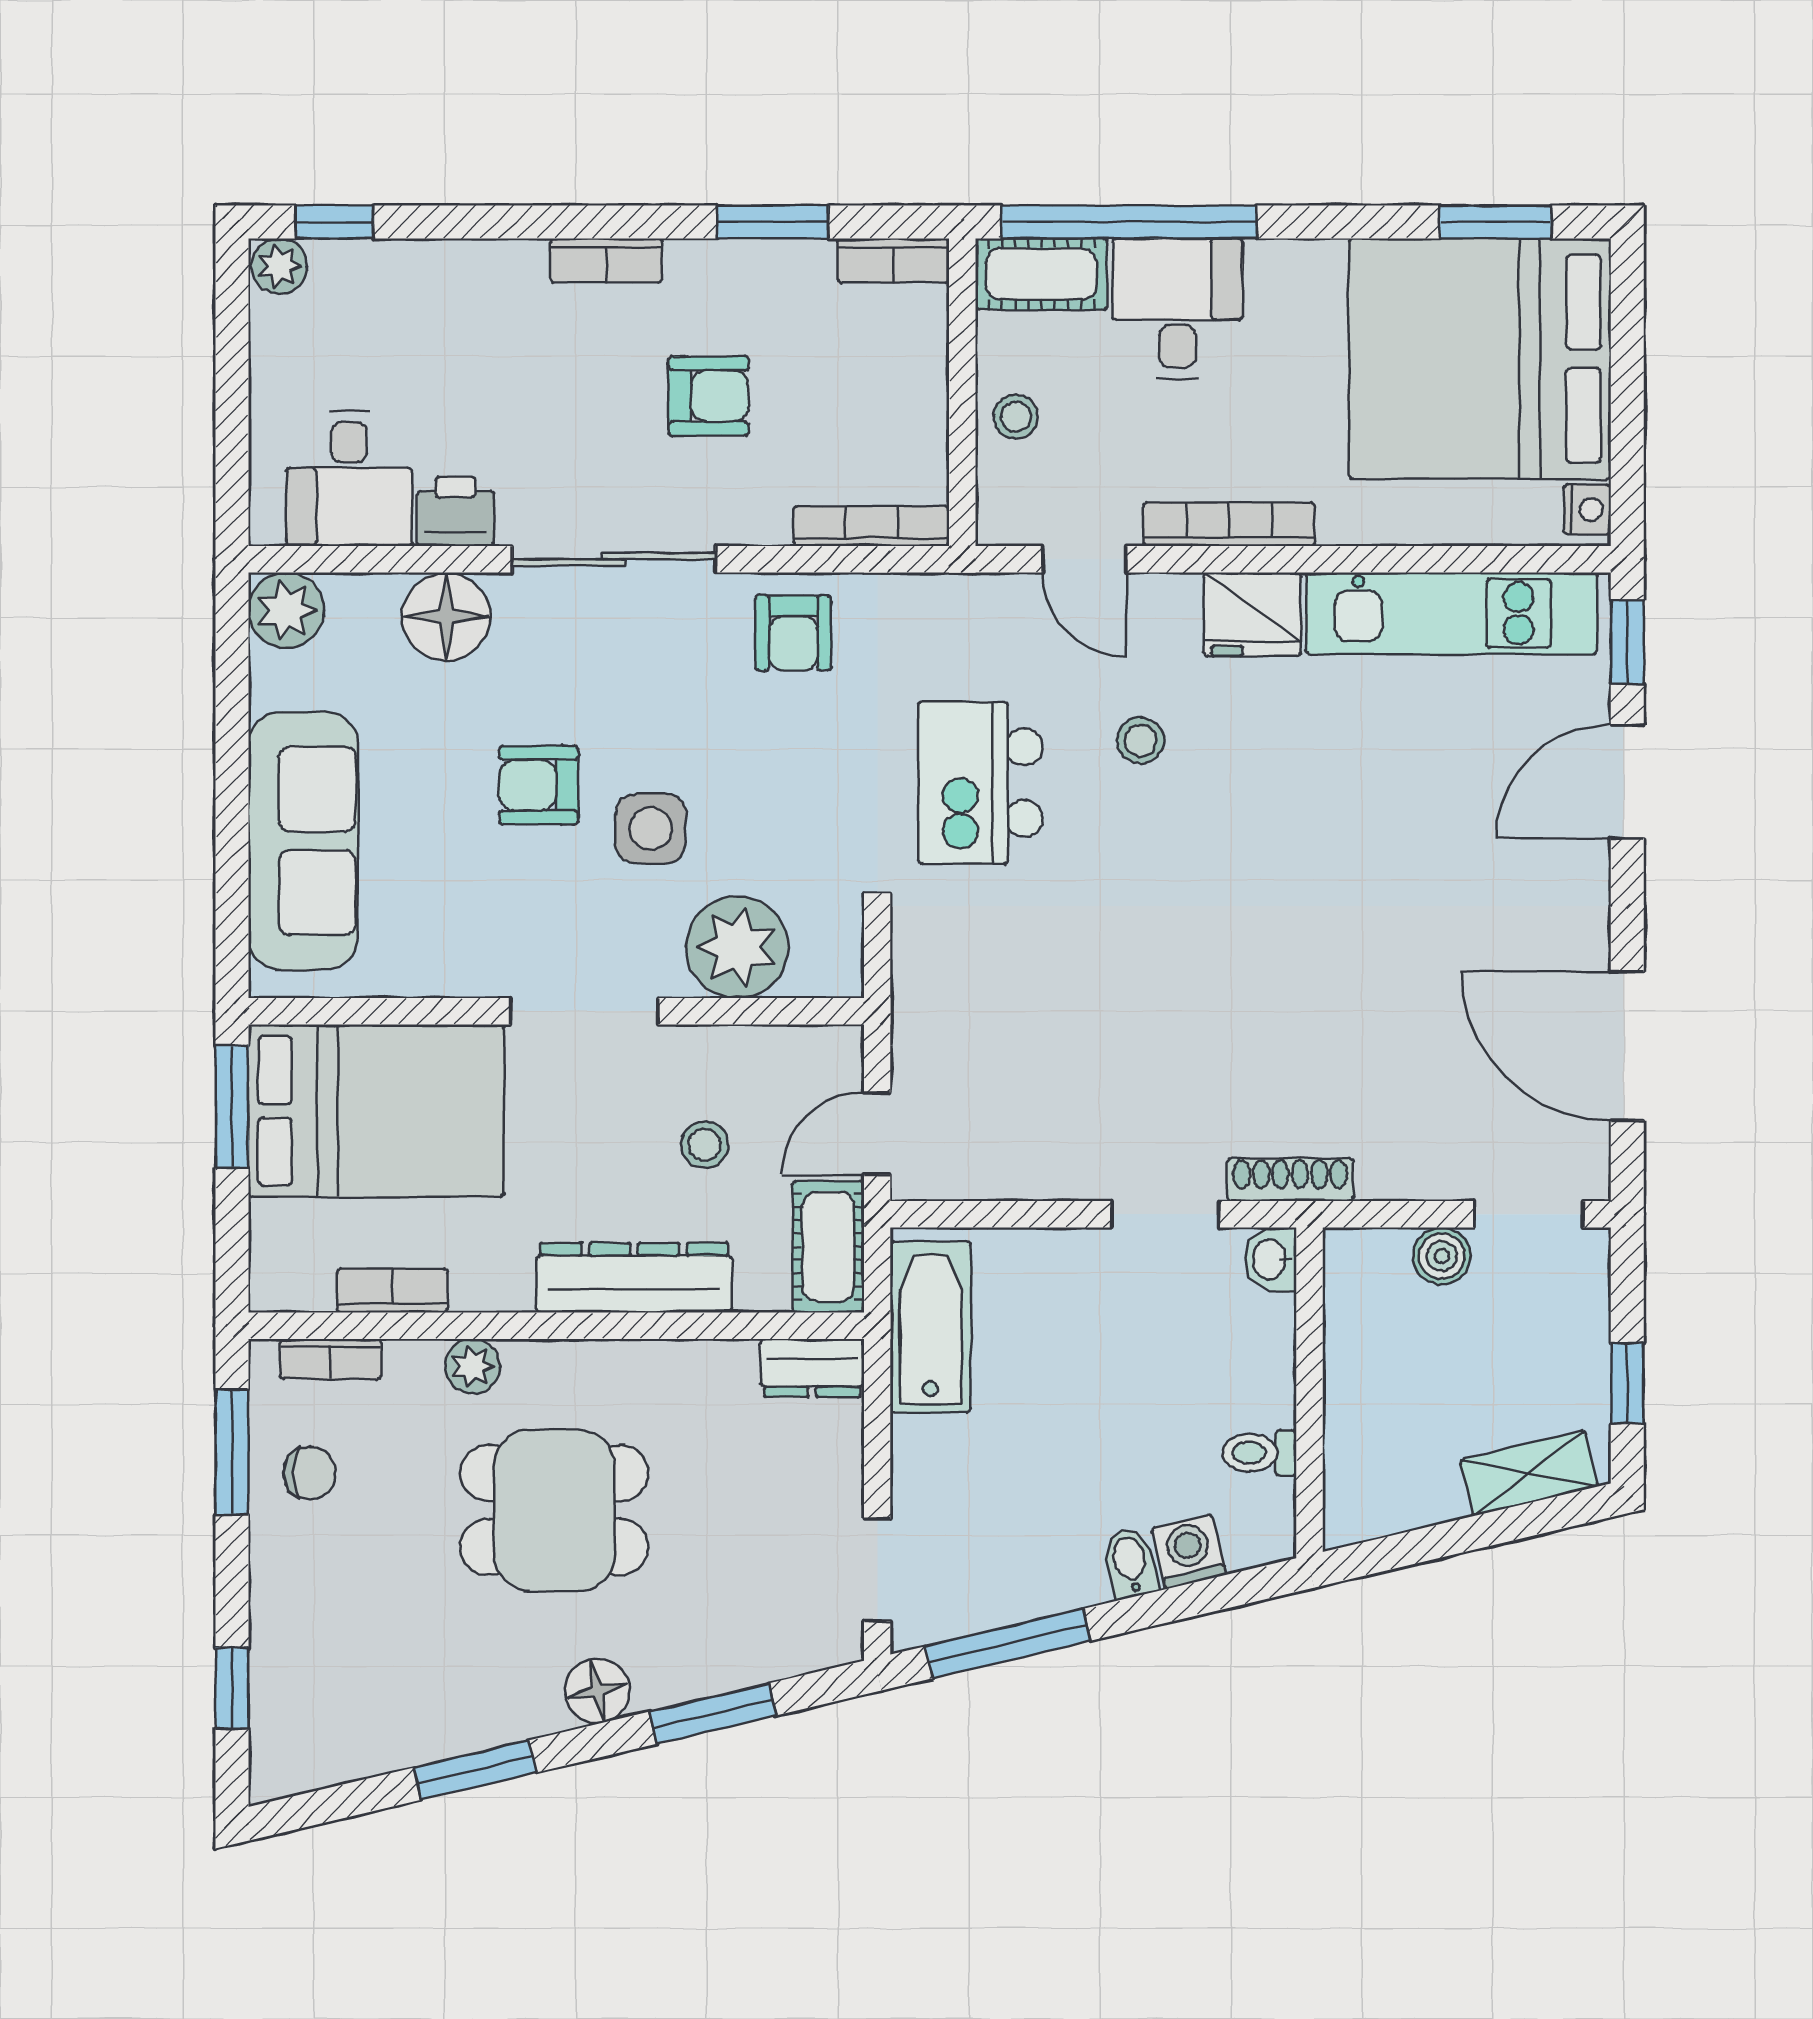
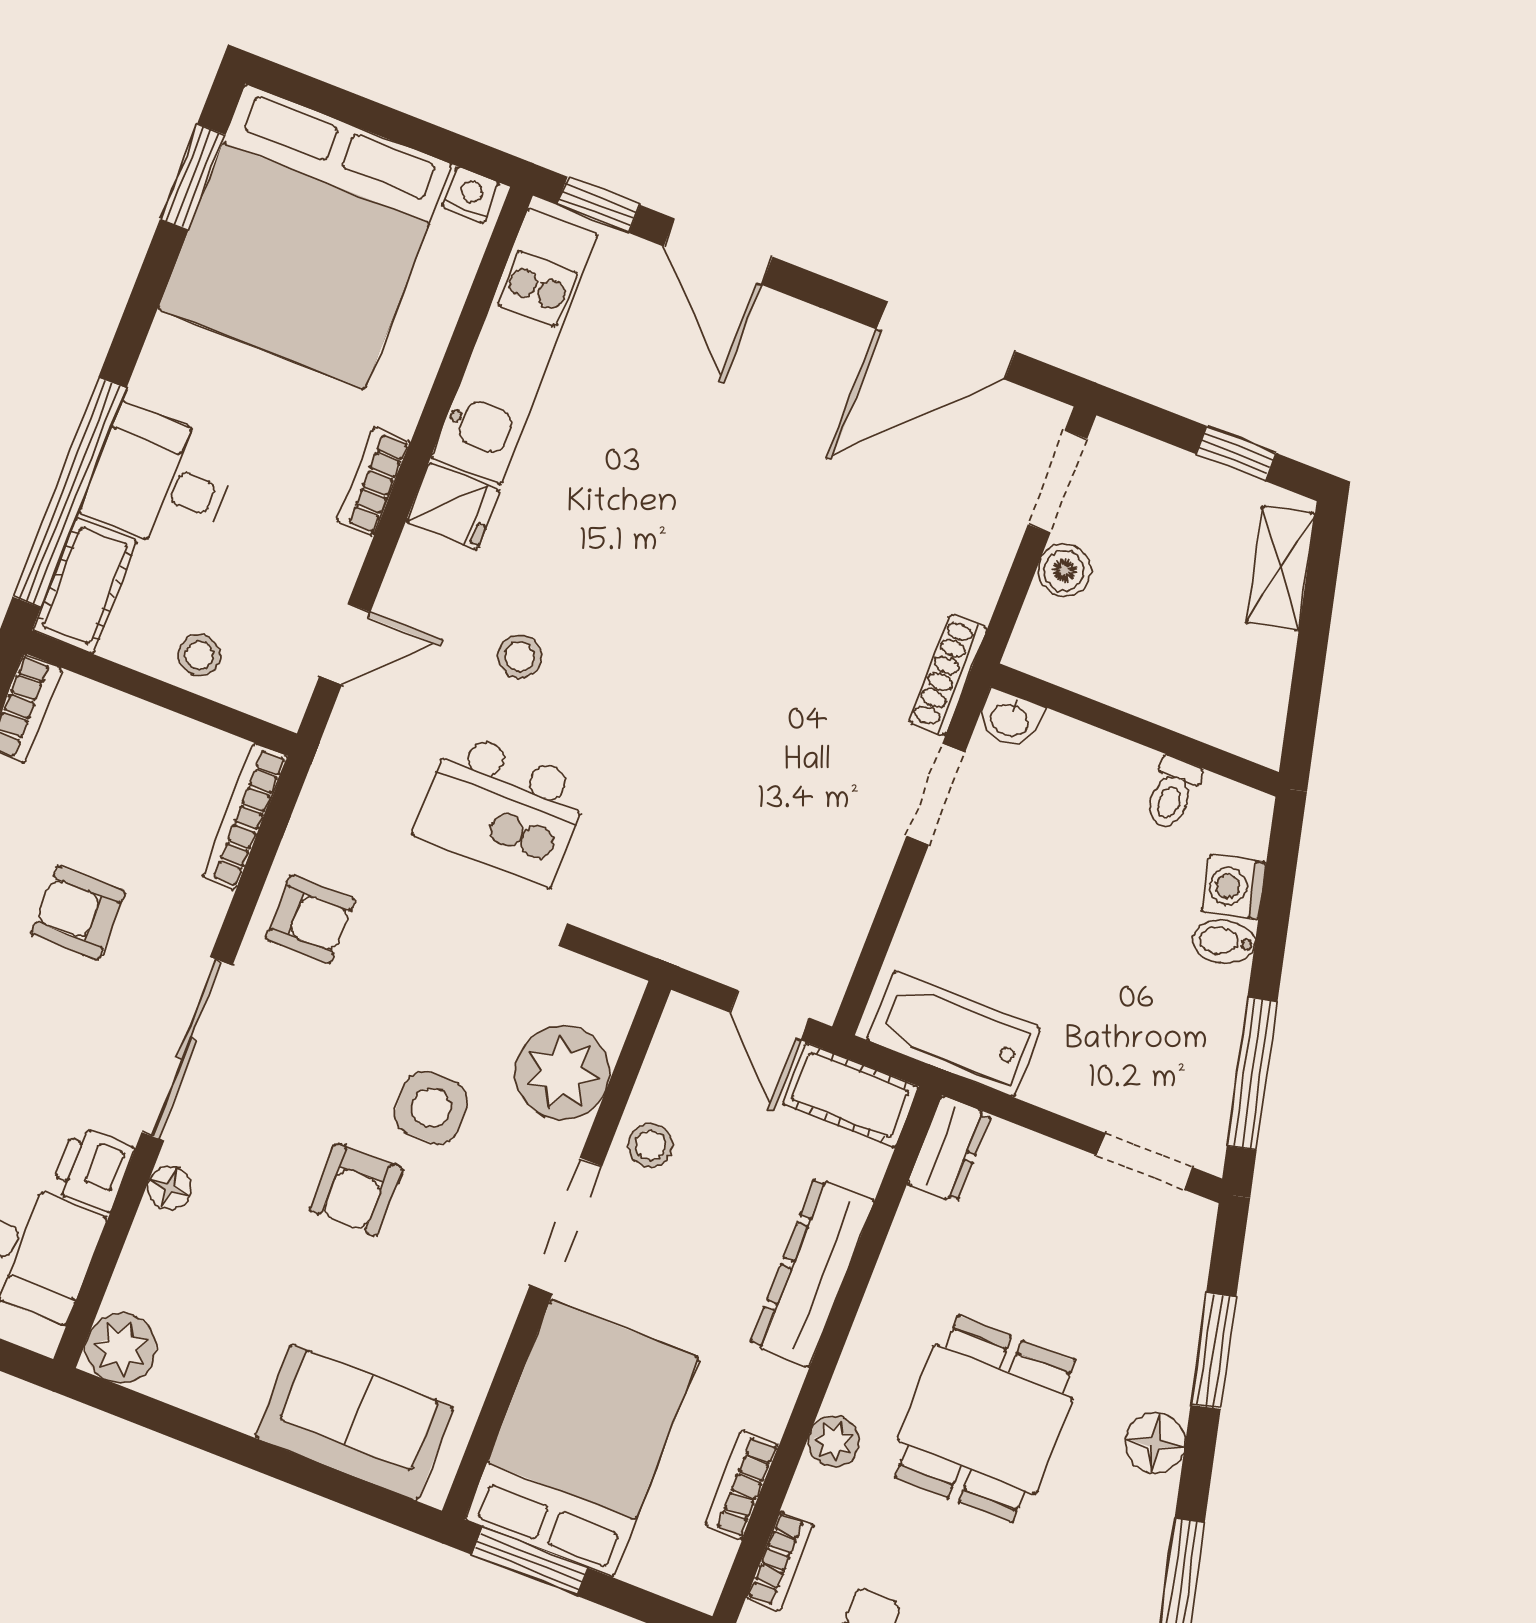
armchair: (709, 396) -> (78, 913), turned -90
bookcase: (1229, 524) -> (374, 481), width x0.64
fridge: (1252, 614) -> (453, 506), width x0.72
floor lamp: (446, 617) -> (169, 1188), width x0.53, depth x0.53
sofa: (303, 841) -> (354, 1422), width x0.73
stool: (705, 1145) -> (650, 1145), moved

